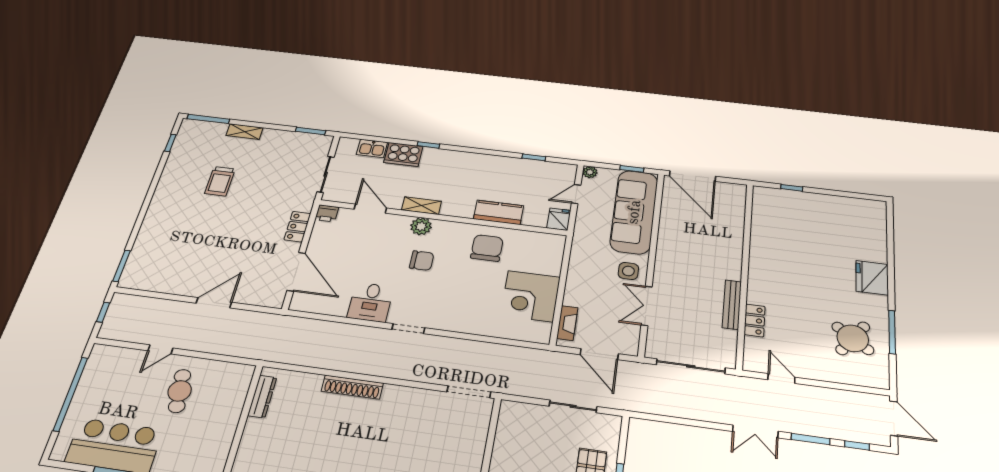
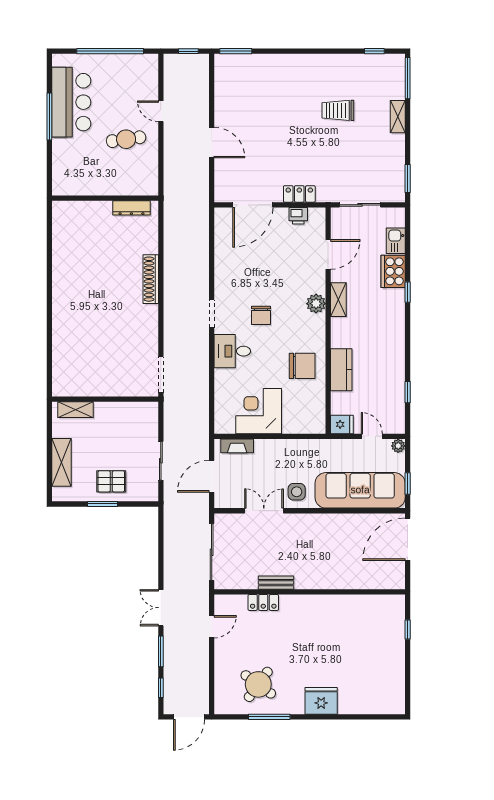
printer: (327, 213) -> (298, 216), moved, turned -90
chair: (422, 261) -> (261, 315), moved
desk: (370, 302) -> (232, 351), moved
bench: (732, 305) -> (276, 583), width x0.73

